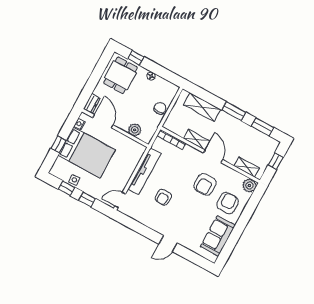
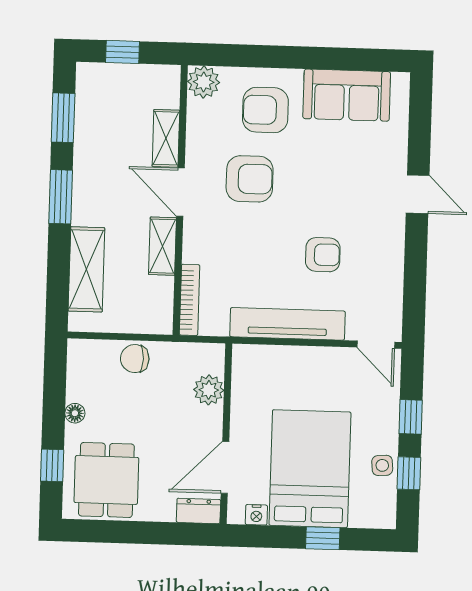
dining table: (120, 75) -> (106, 480), turned 90
door: (213, 156) -> (180, 192), hinge flipped
shelving: (247, 167) -> (166, 138), moved

